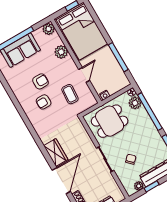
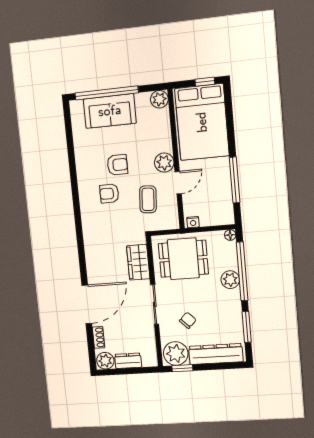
plant: (61, 52) -> (164, 163), moved
plant: (135, 103) -> (230, 280), moved
wardrobe: (56, 153) -> (138, 262), moved, turned 180
plant: (139, 186) -> (176, 353), width x1.87, depth x1.87
window: (152, 186) -> (182, 368), moved

